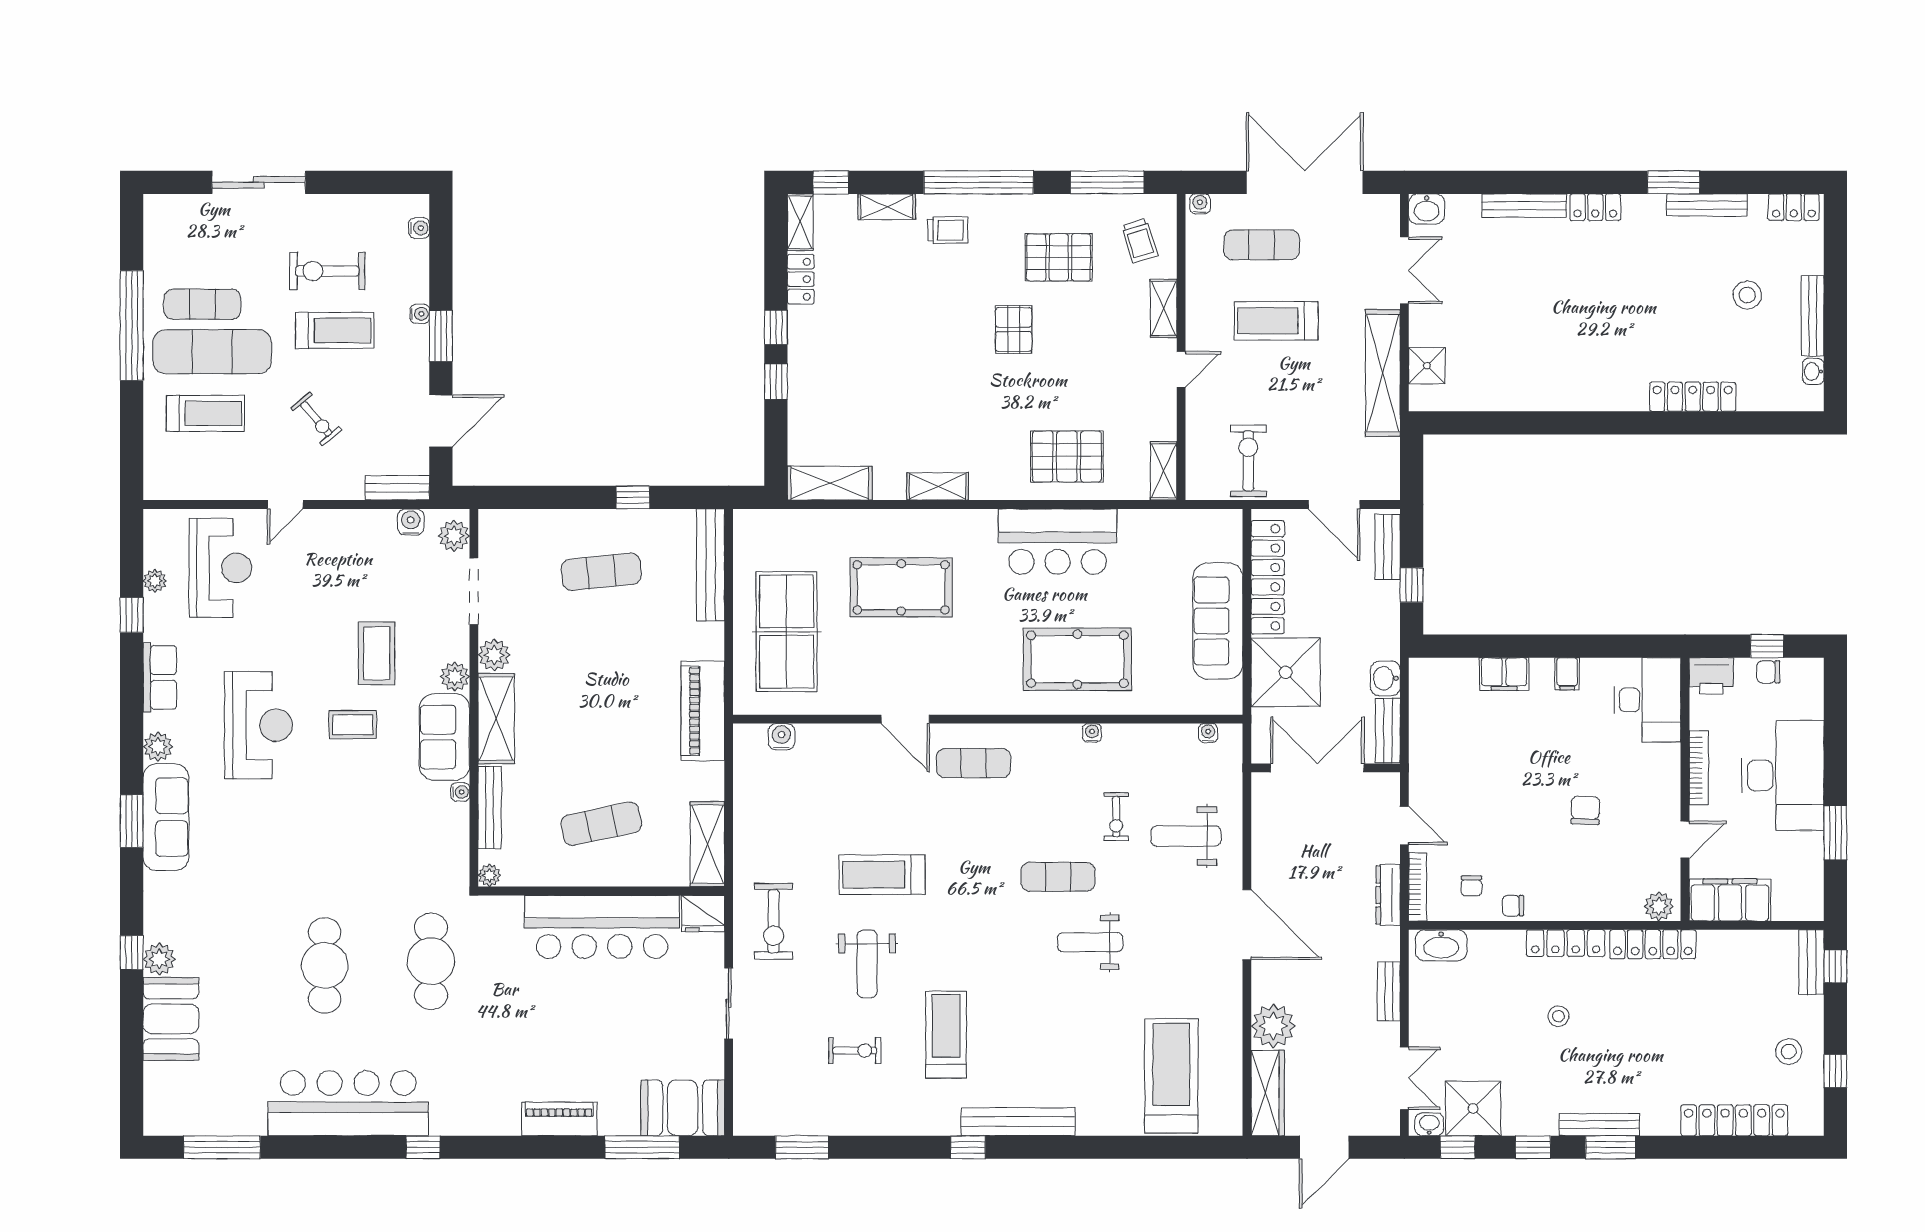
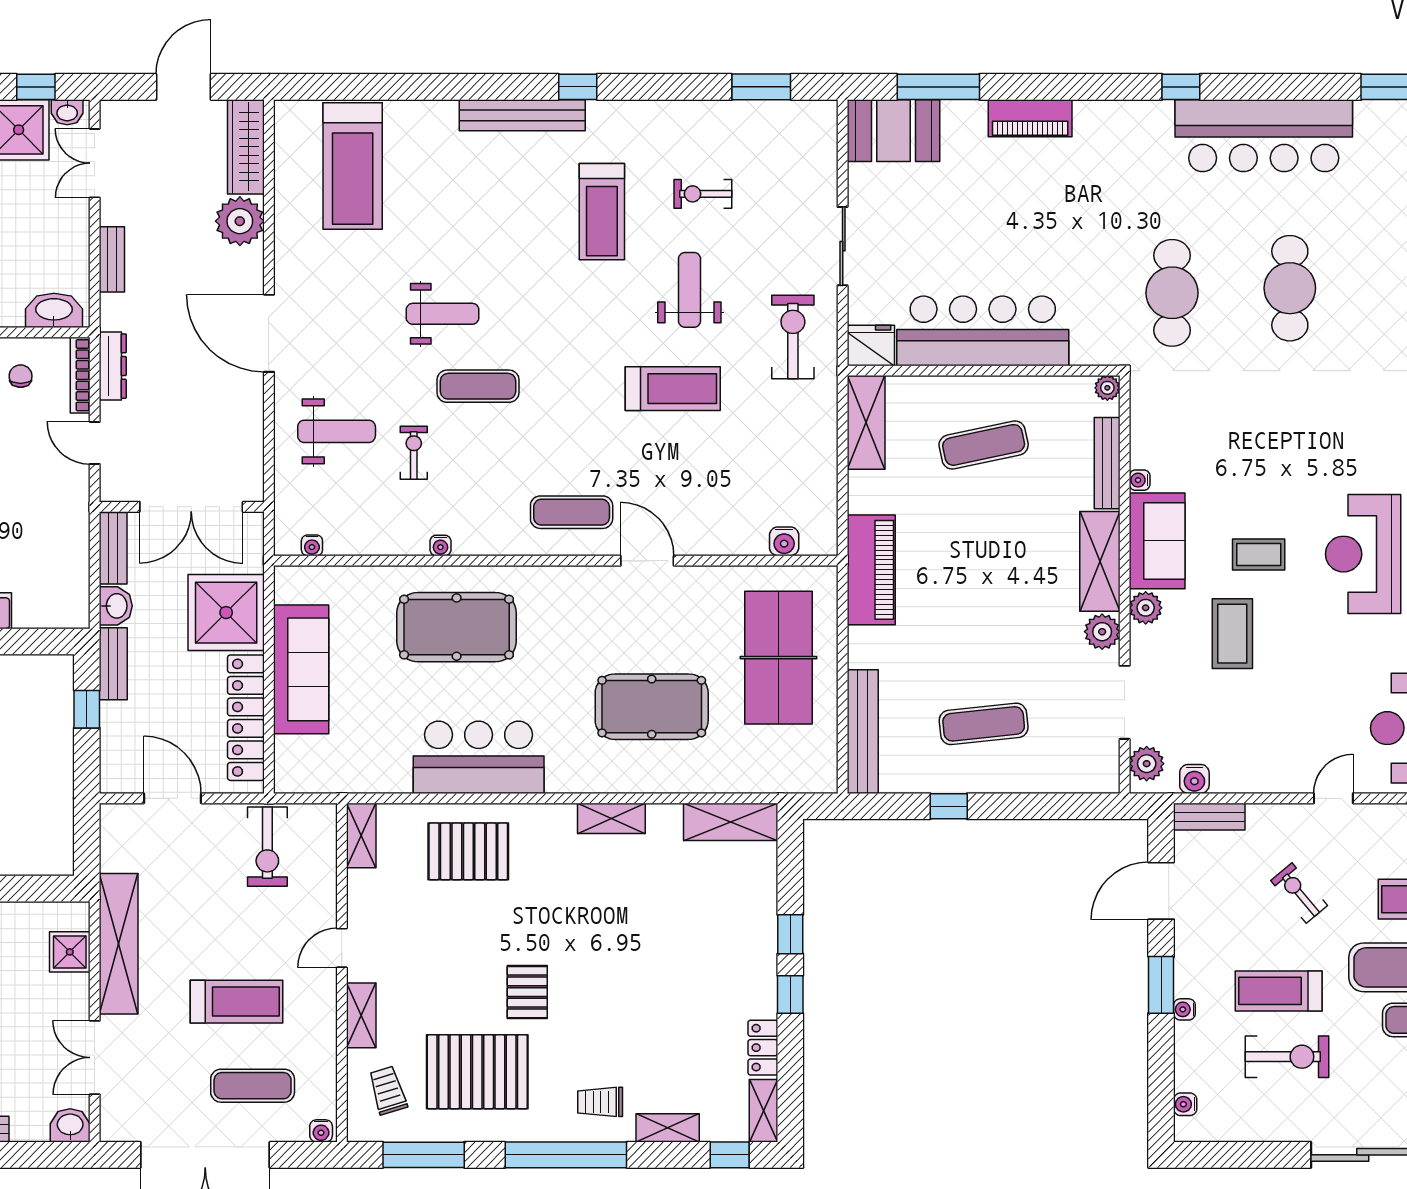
pallet: (1059, 257) -> (477, 1072), width x1.37, depth x1.41
bench: (1388, 547) -> (113, 664), moved

